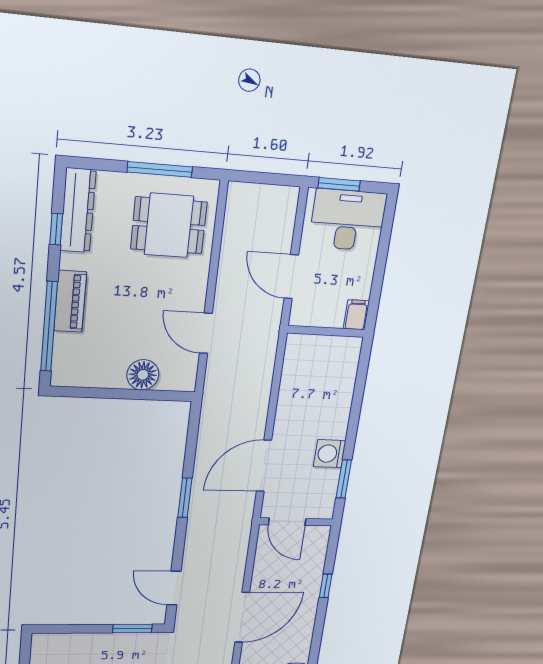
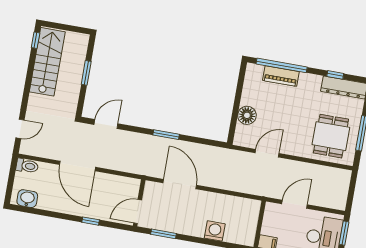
piano: (70, 301) -> (281, 76), moved
washing machine: (330, 454) -> (215, 231), moved
door: (287, 522) -> (138, 211), moved
window: (132, 628) -> (86, 73), moved

